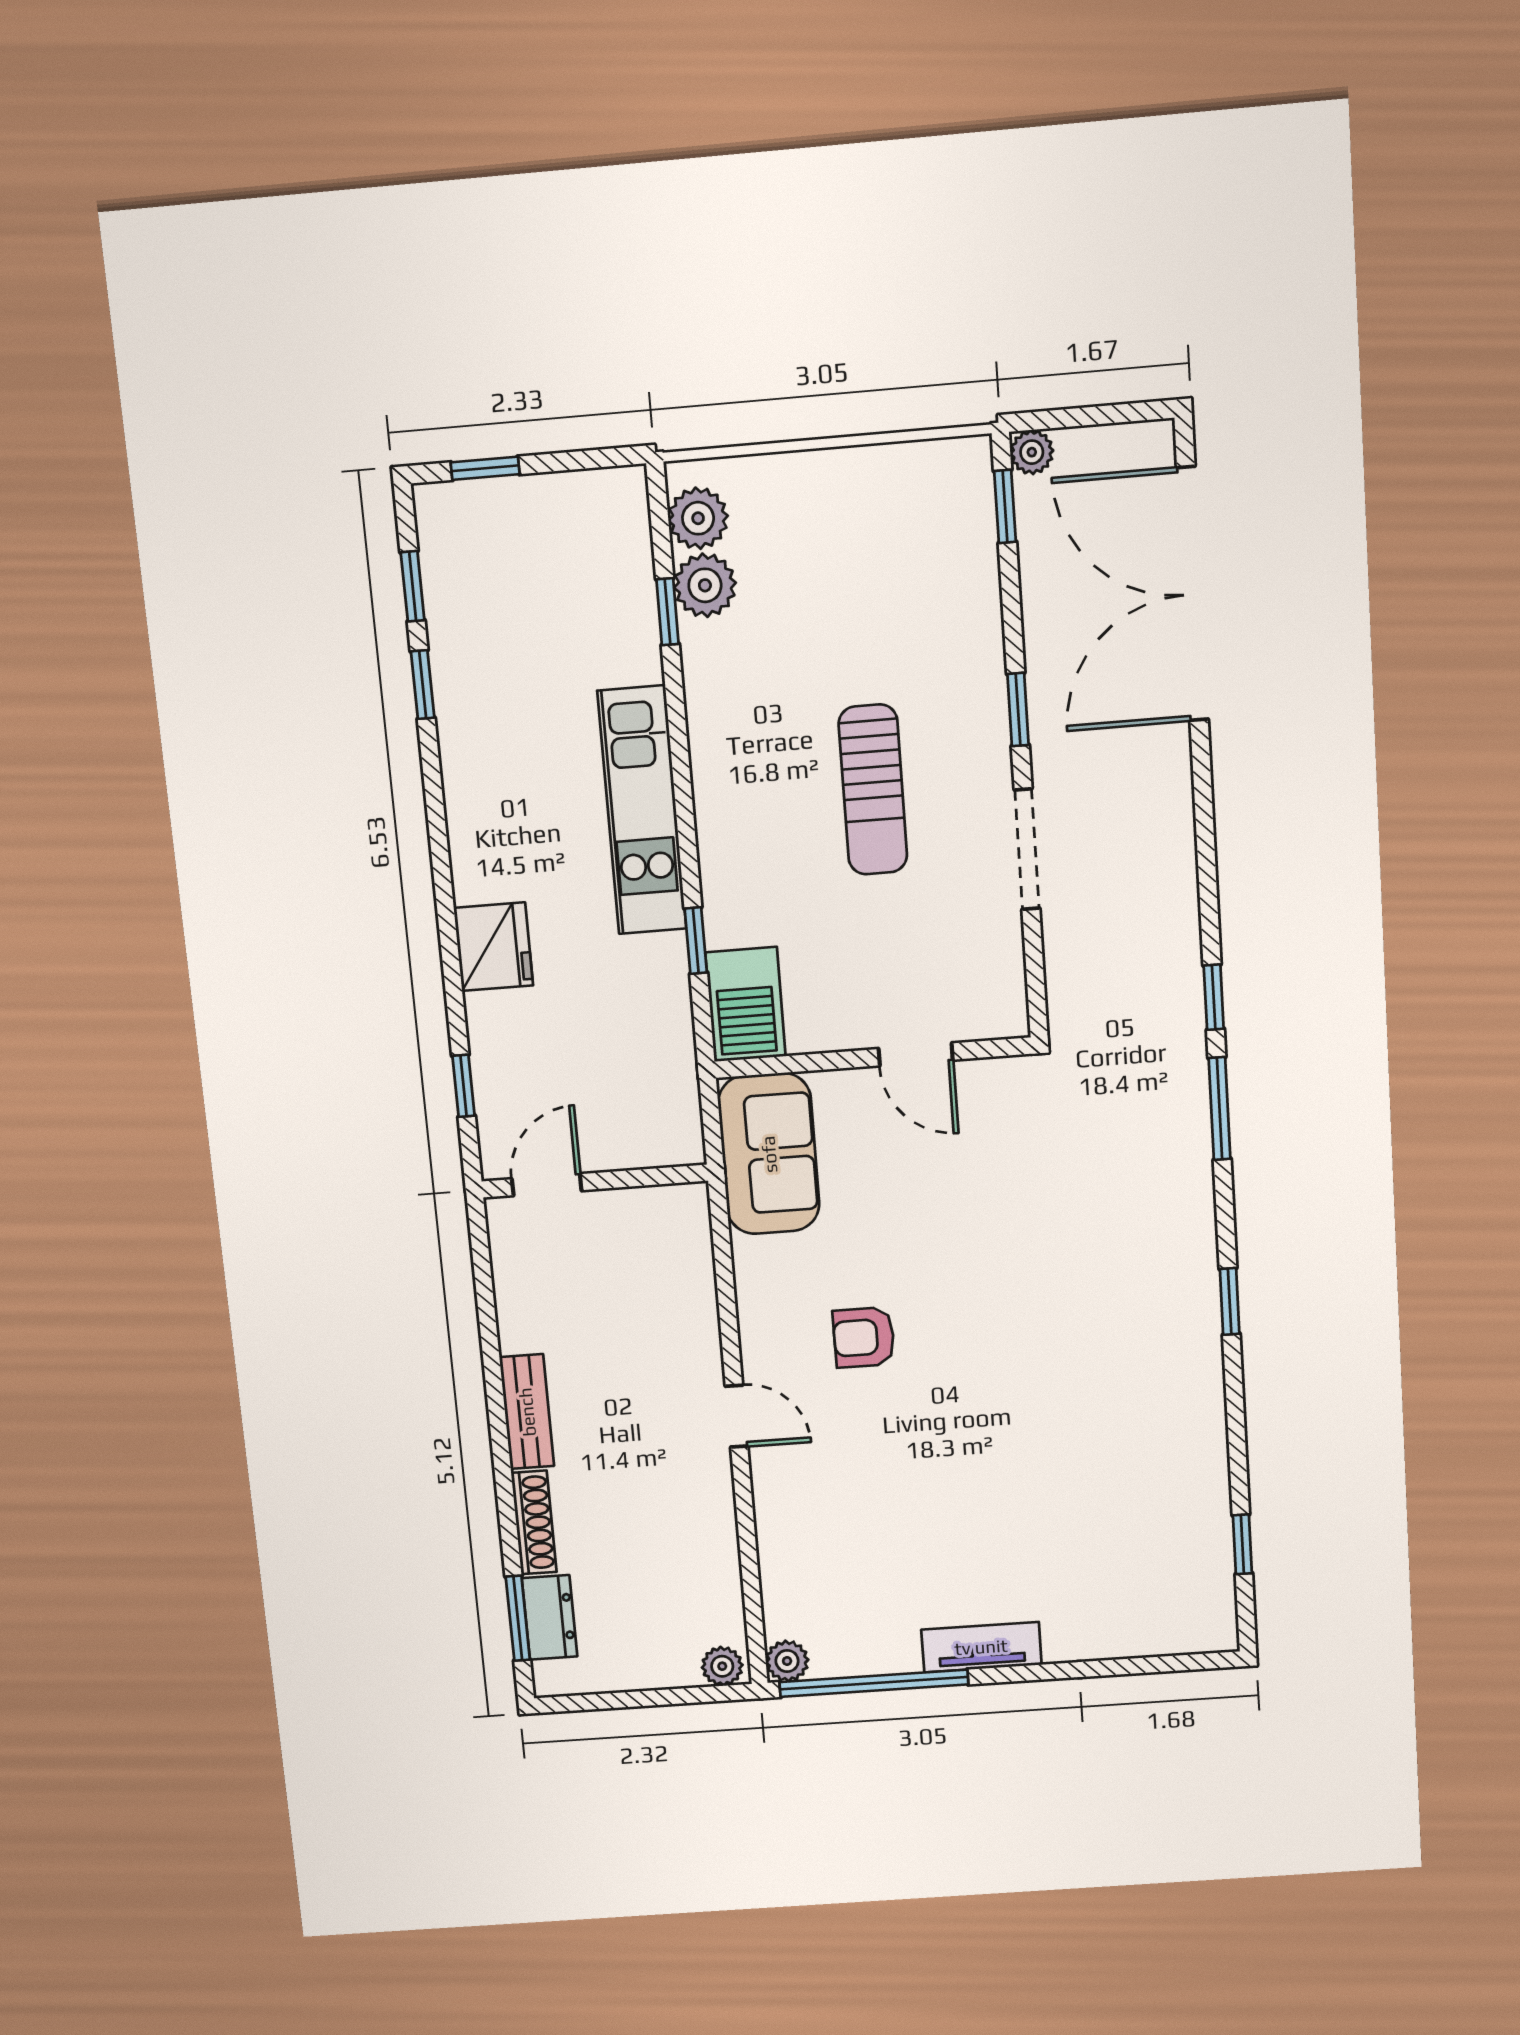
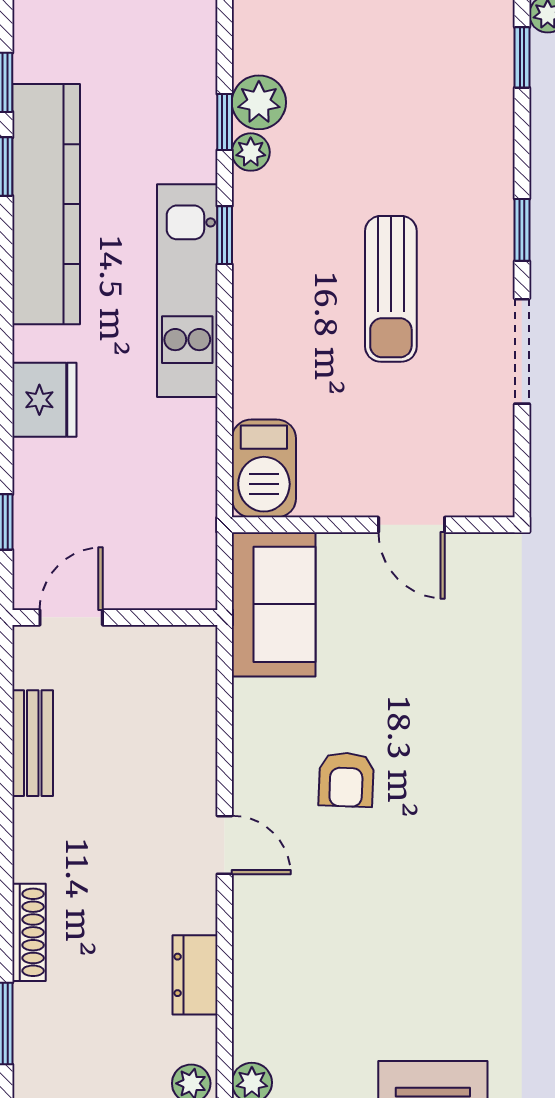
plant: (698, 518) -> (251, 152), moved, width x0.73, depth x0.73
kitchen counter: (473, 724) -> (46, 204), added
window: (696, 941) -> (225, 235), moved
armchair: (864, 1337) -> (346, 780), turned -88
bench: (527, 1412) -> (33, 743), moved
dresser: (550, 1617) -> (195, 975), moved, turned 180

